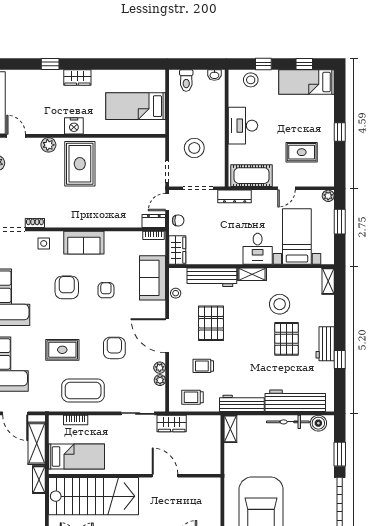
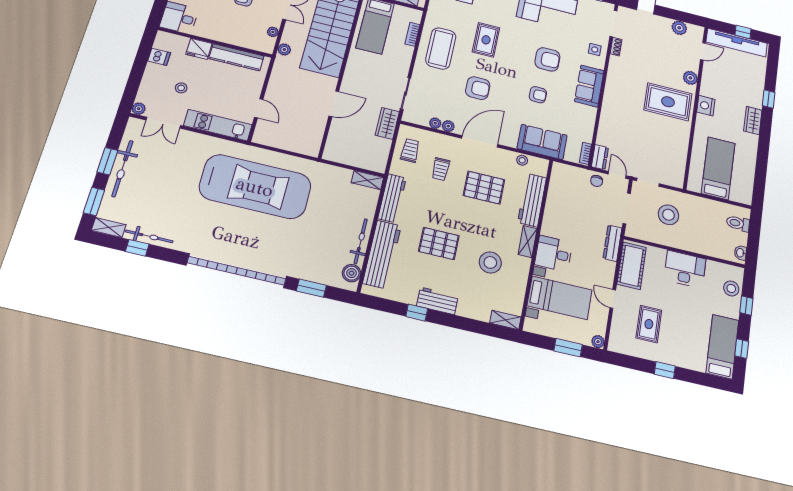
wardrobe: (177, 250) -> (566, 173), removed
pallet: (287, 339) -> (439, 244), moved
trolley: (203, 366) -> (441, 169), turned 180

